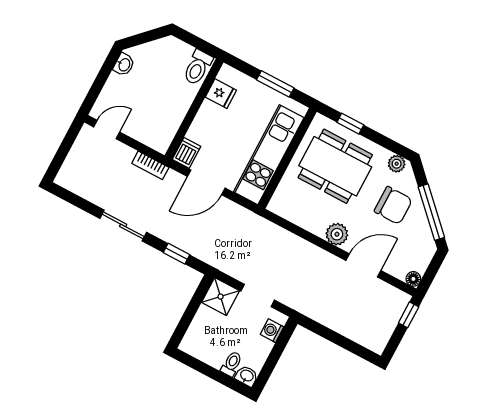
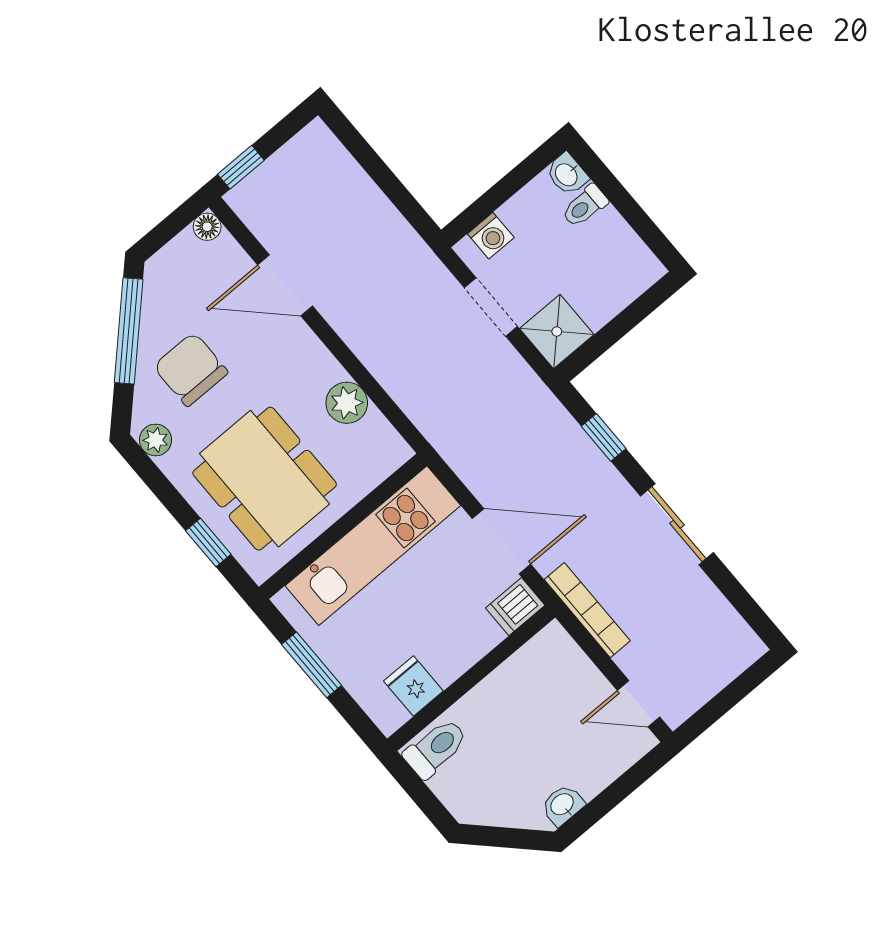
bookcase: (150, 165) -> (587, 610), width x1.56
plant: (337, 234) -> (347, 403), moved

